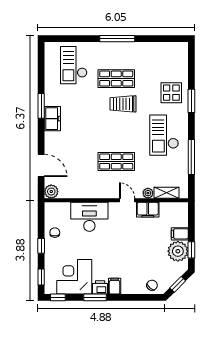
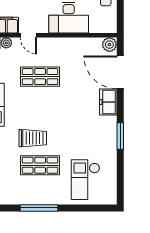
checkout: (74, 65) -> (85, 180), turned 180
freezer: (52, 119) -> (108, 102), moved
door: (41, 165) -> (120, 72), width x1.36

